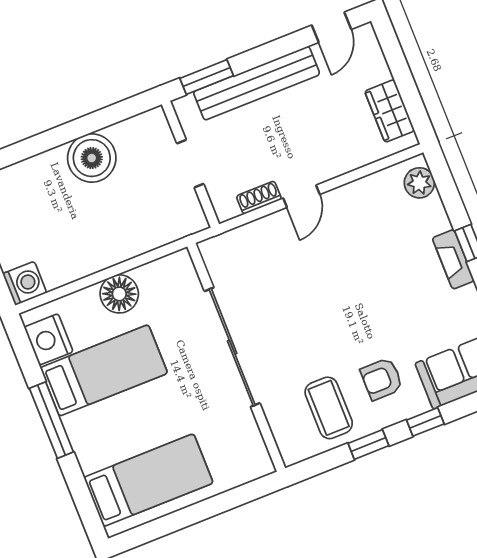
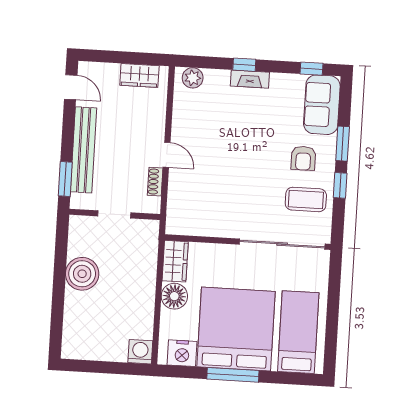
wardrobe: (166, 273) -> (175, 261), added
sliding door: (232, 347) -> (282, 244), moved
bed: (104, 370) -> (236, 329), width x2.04
window: (425, 422) -> (343, 144), width x1.50

